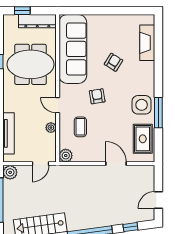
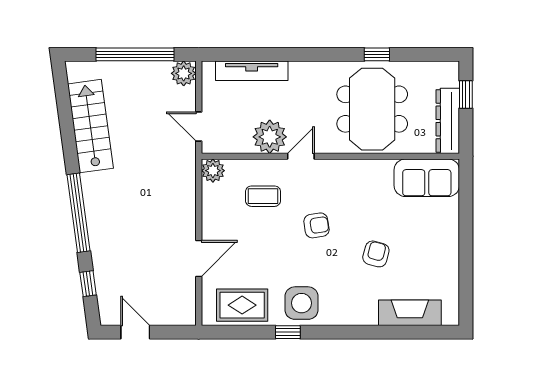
sofa: (73, 49) -> (427, 178), width x0.54, depth x0.79
armchair: (113, 62) -> (376, 254), turned -107
window: (158, 113) -> (288, 332), width x0.46
plant: (51, 128) -> (270, 137), width x1.87, depth x1.87

